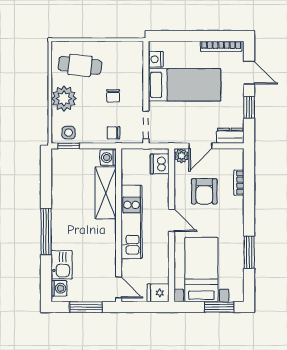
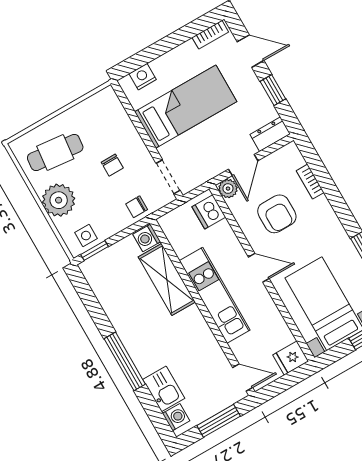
bookcase: (221, 46) -> (210, 35), width x0.64
nightstand: (156, 59) -> (143, 77), moved, turned 90

